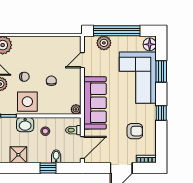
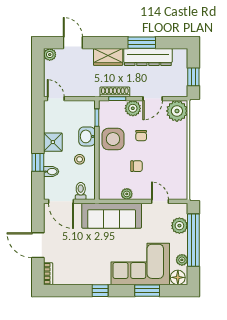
plant: (134, 41) -> (182, 260), added
plant: (76, 109) -> (127, 194), moved
armchair: (135, 131) -> (80, 261), removed
shower: (18, 155) -> (53, 142), moved

